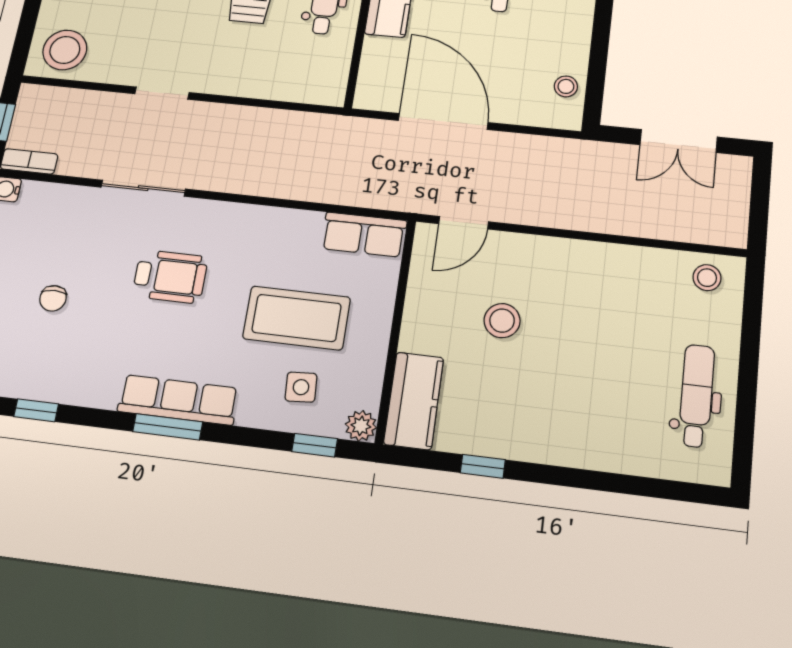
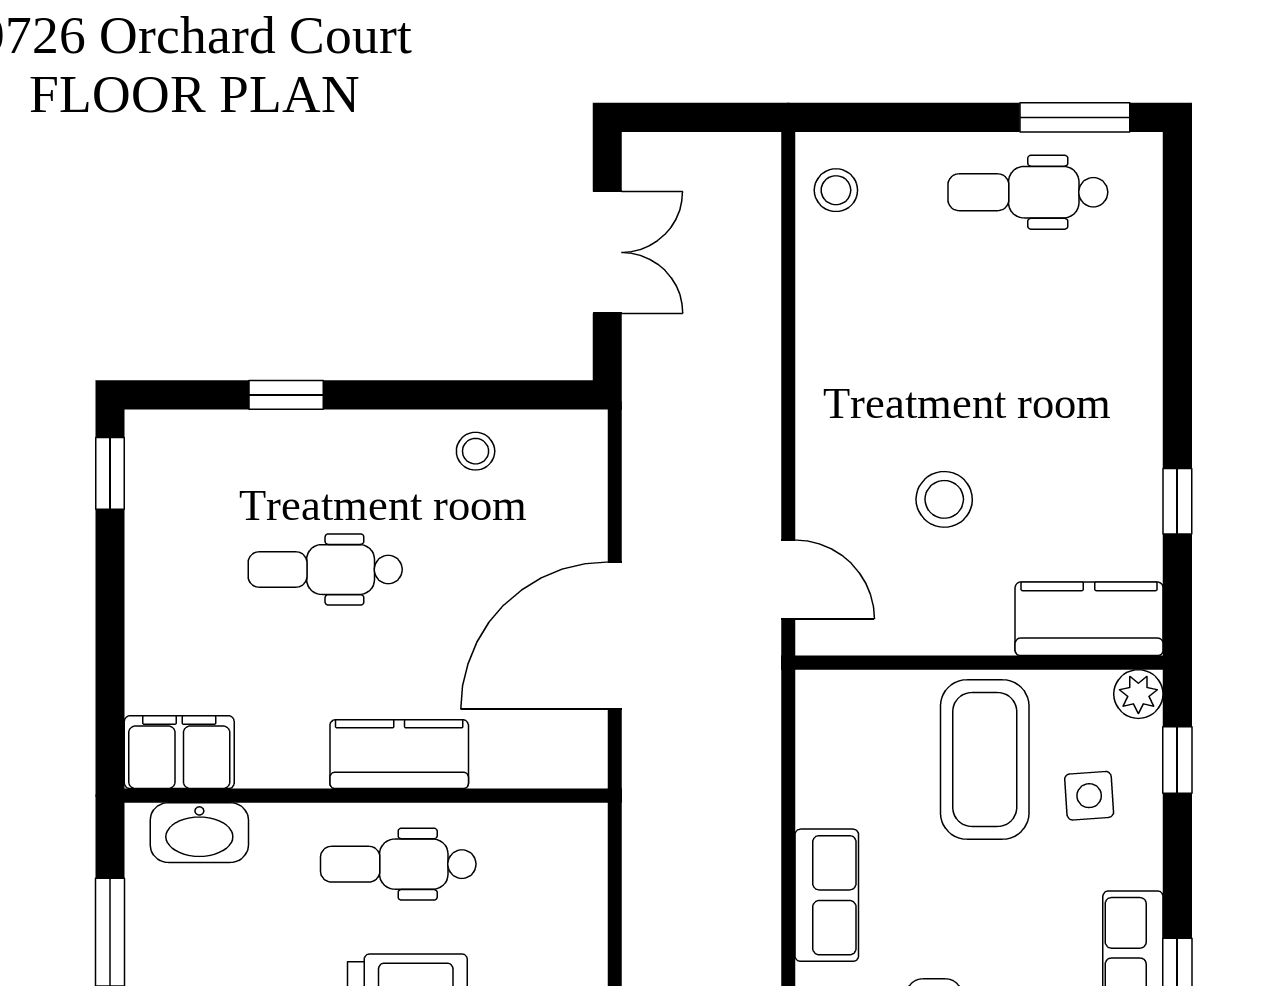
stool: (566, 86) -> (476, 451), moved
row of seats: (364, 235) -> (827, 895), moved
coffee table: (297, 318) -> (985, 759), moved
window: (744, 432) -> (1075, 117), added

